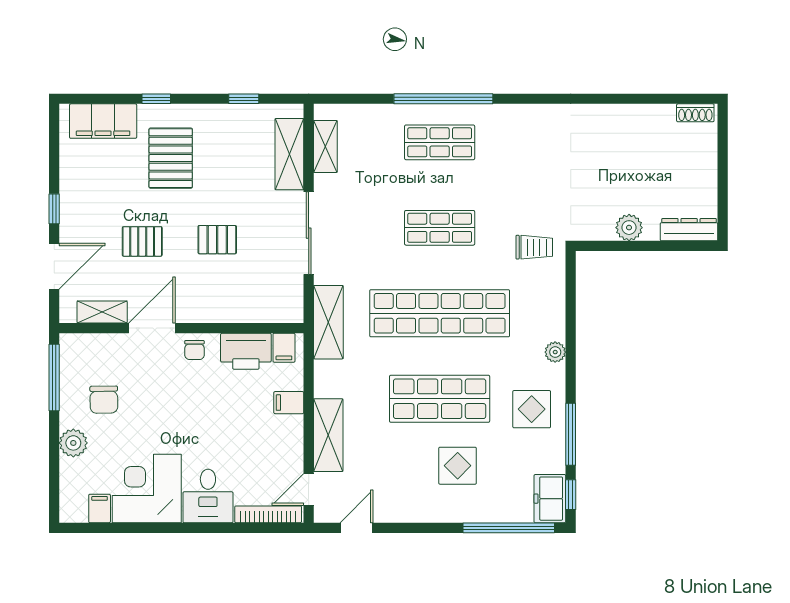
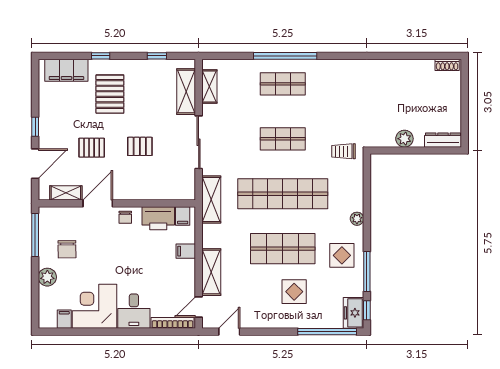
trolley: (534, 247) -> (344, 151), turned 180

